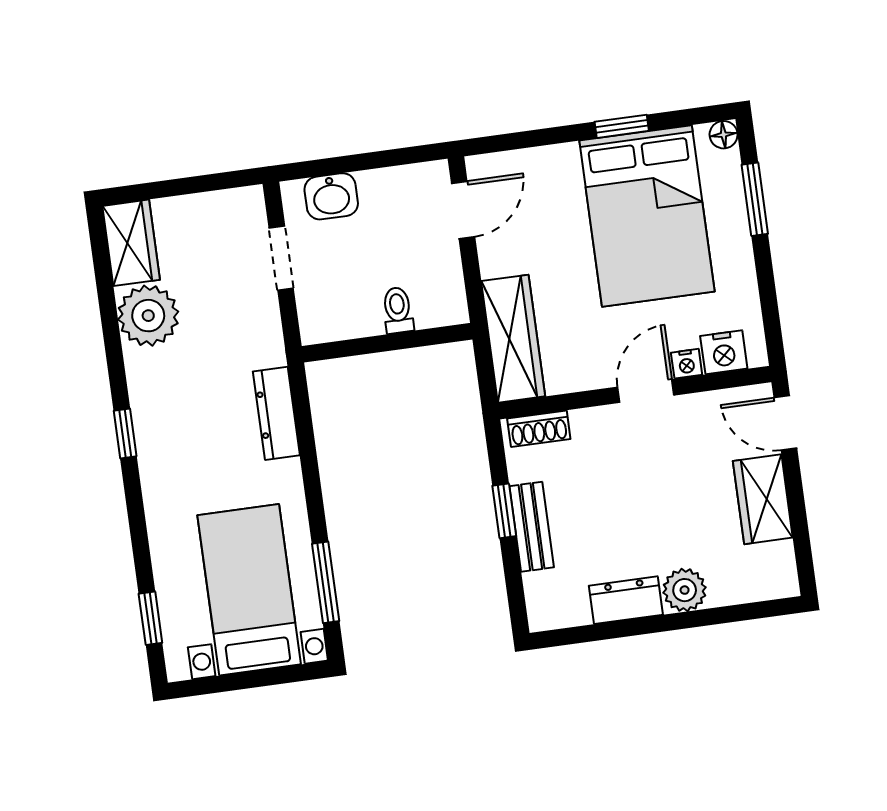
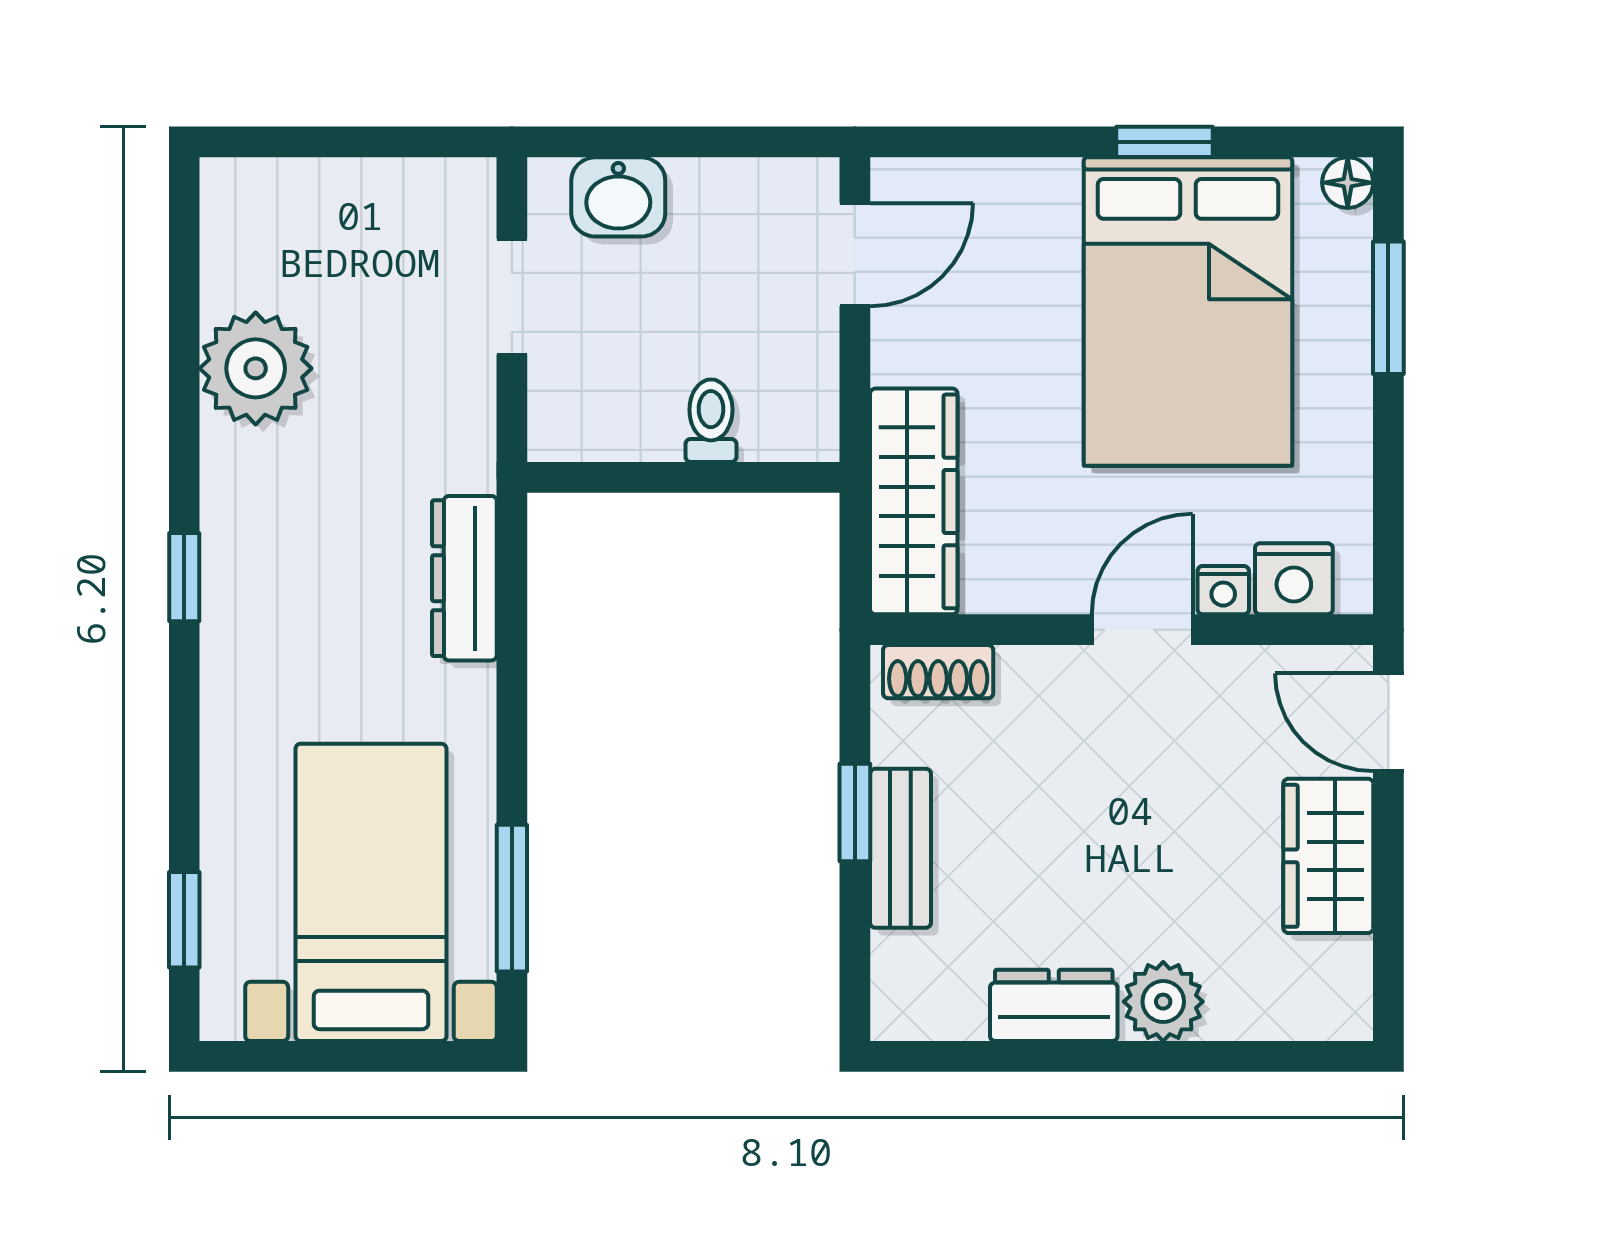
wardrobe: (131, 243) -> (243, 232), removed

